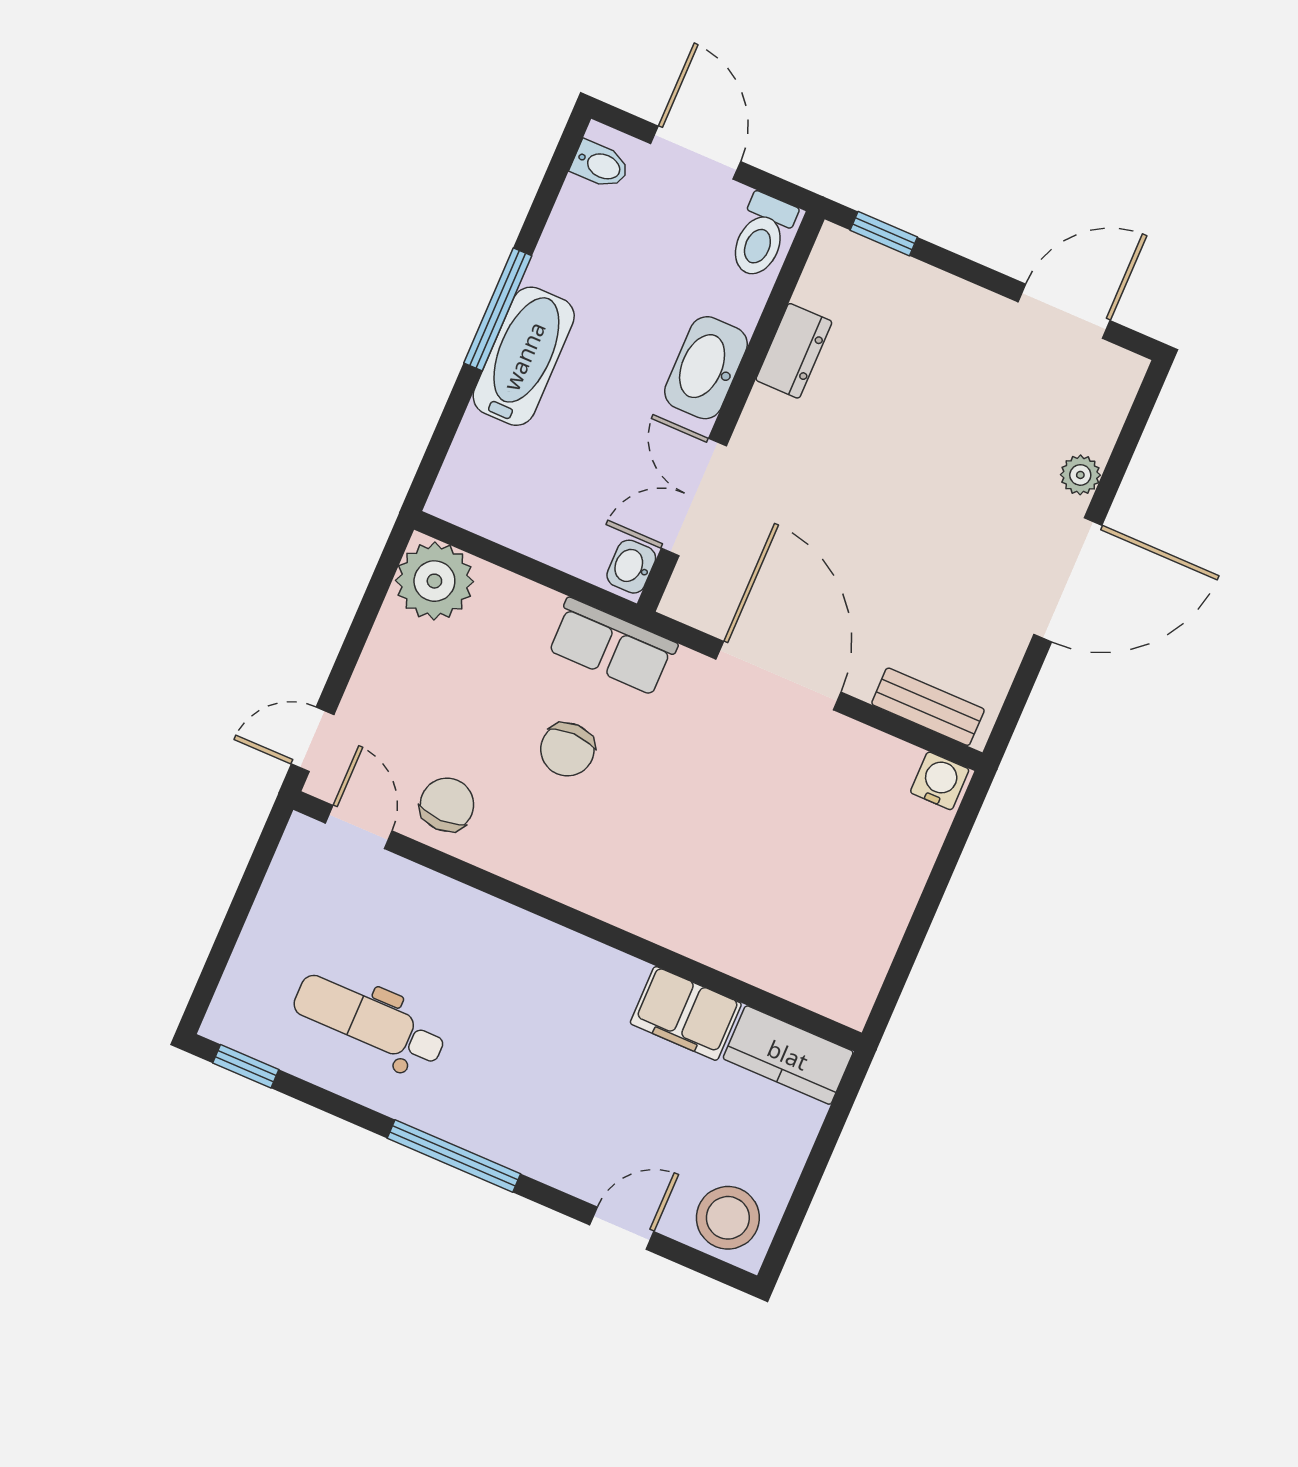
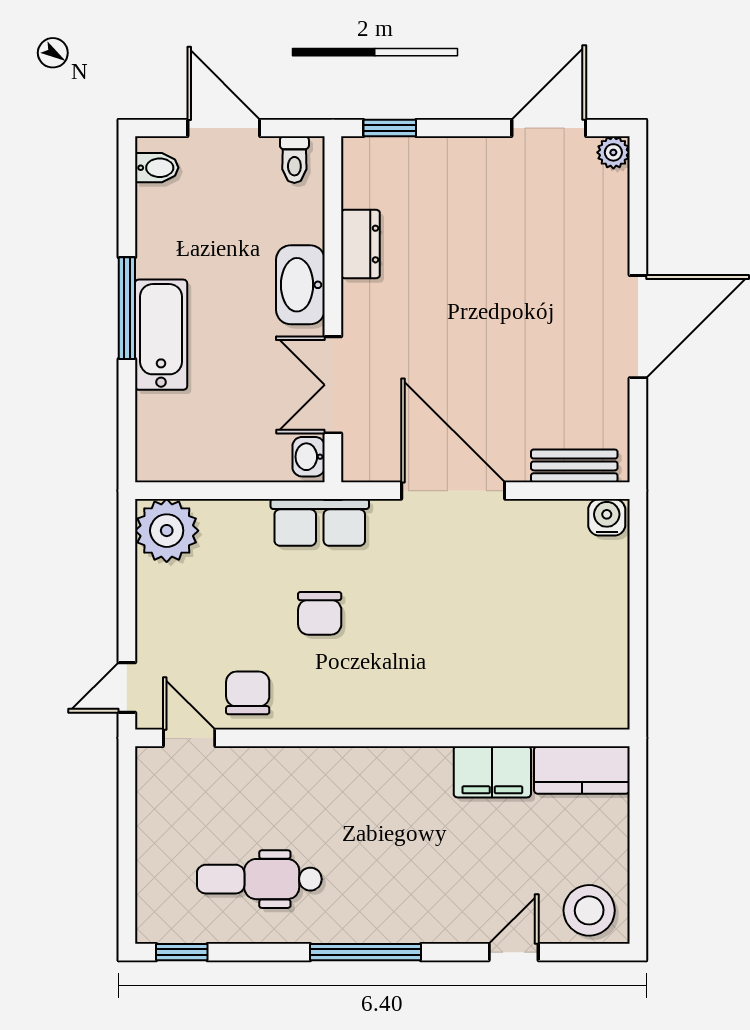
toilet: (762, 236) -> (294, 160), width x0.73, depth x0.72
plant: (1080, 475) -> (613, 152), moved

